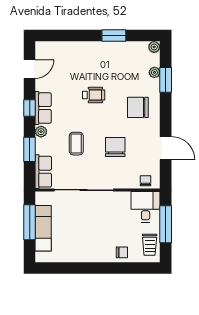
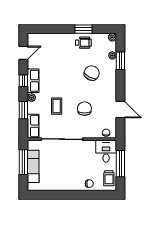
wheelchair: (94, 95) -> (83, 43), moved
chair: (138, 107) -> (92, 73), moved, turned 116

